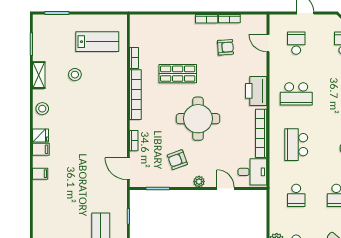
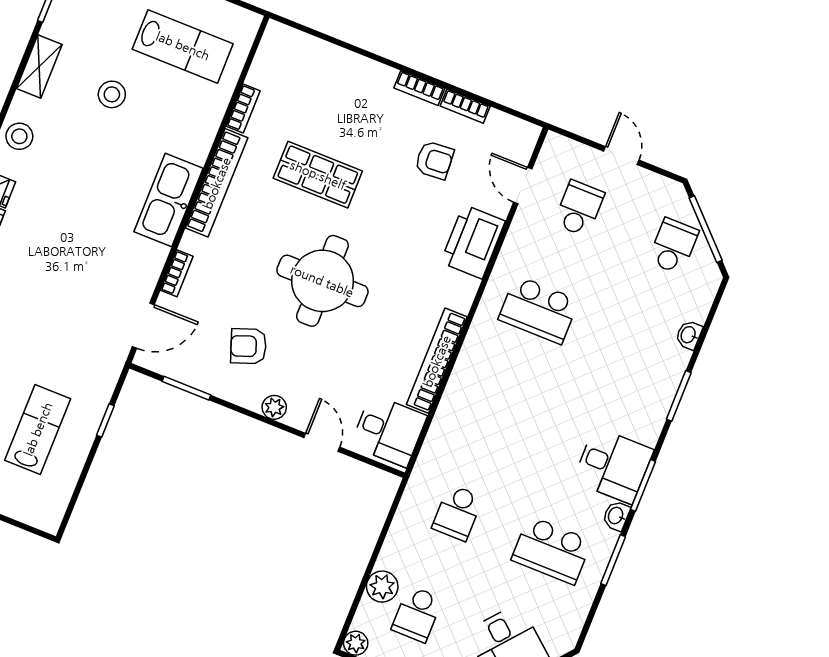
printer: (256, 91) -> (473, 242), moved
kitchen sink: (118, 110) -> (169, 200), added
school desk: (296, 145) -> (498, 411), removed
door: (128, 169) -> (143, 326), swing flipped

